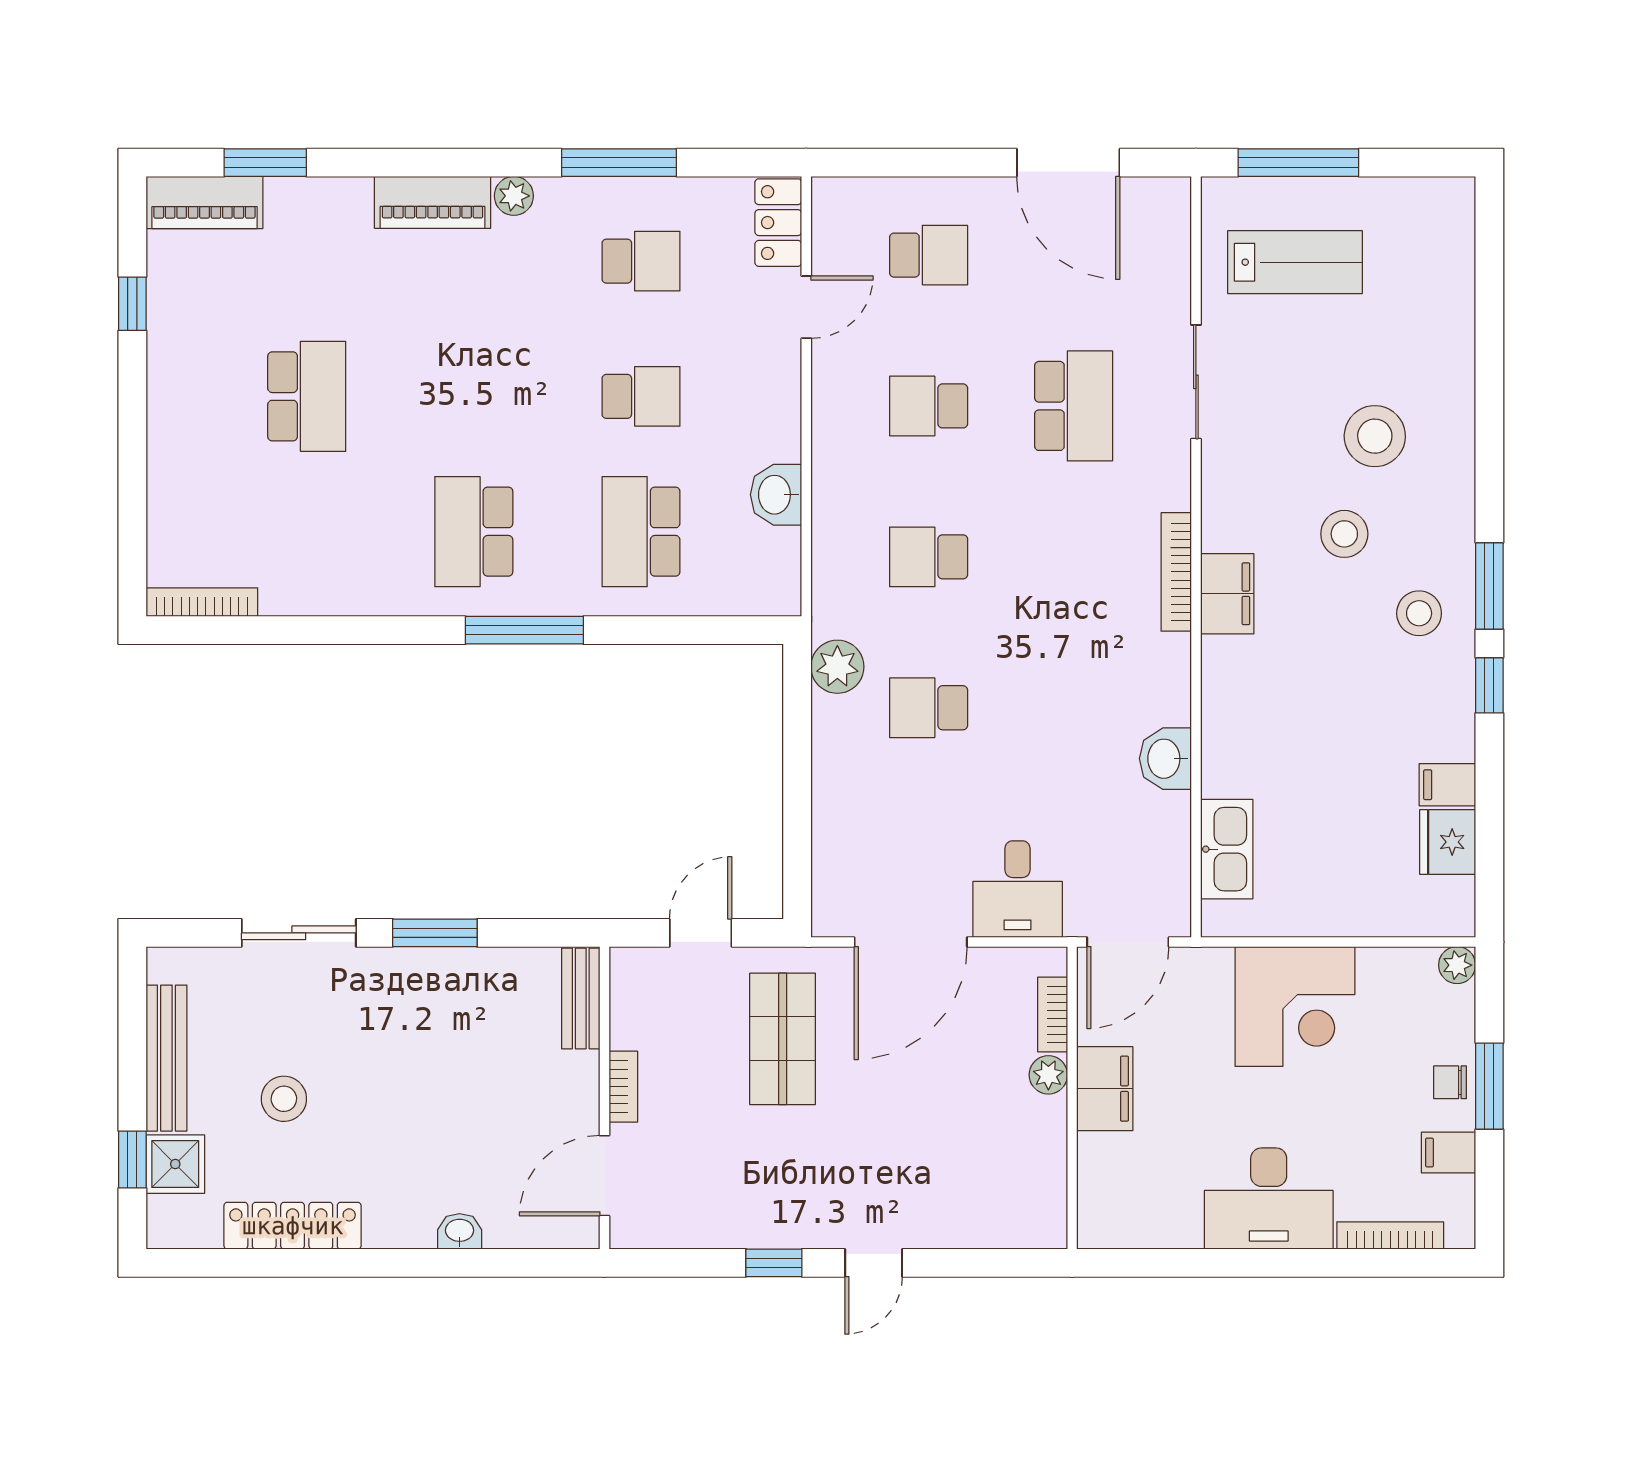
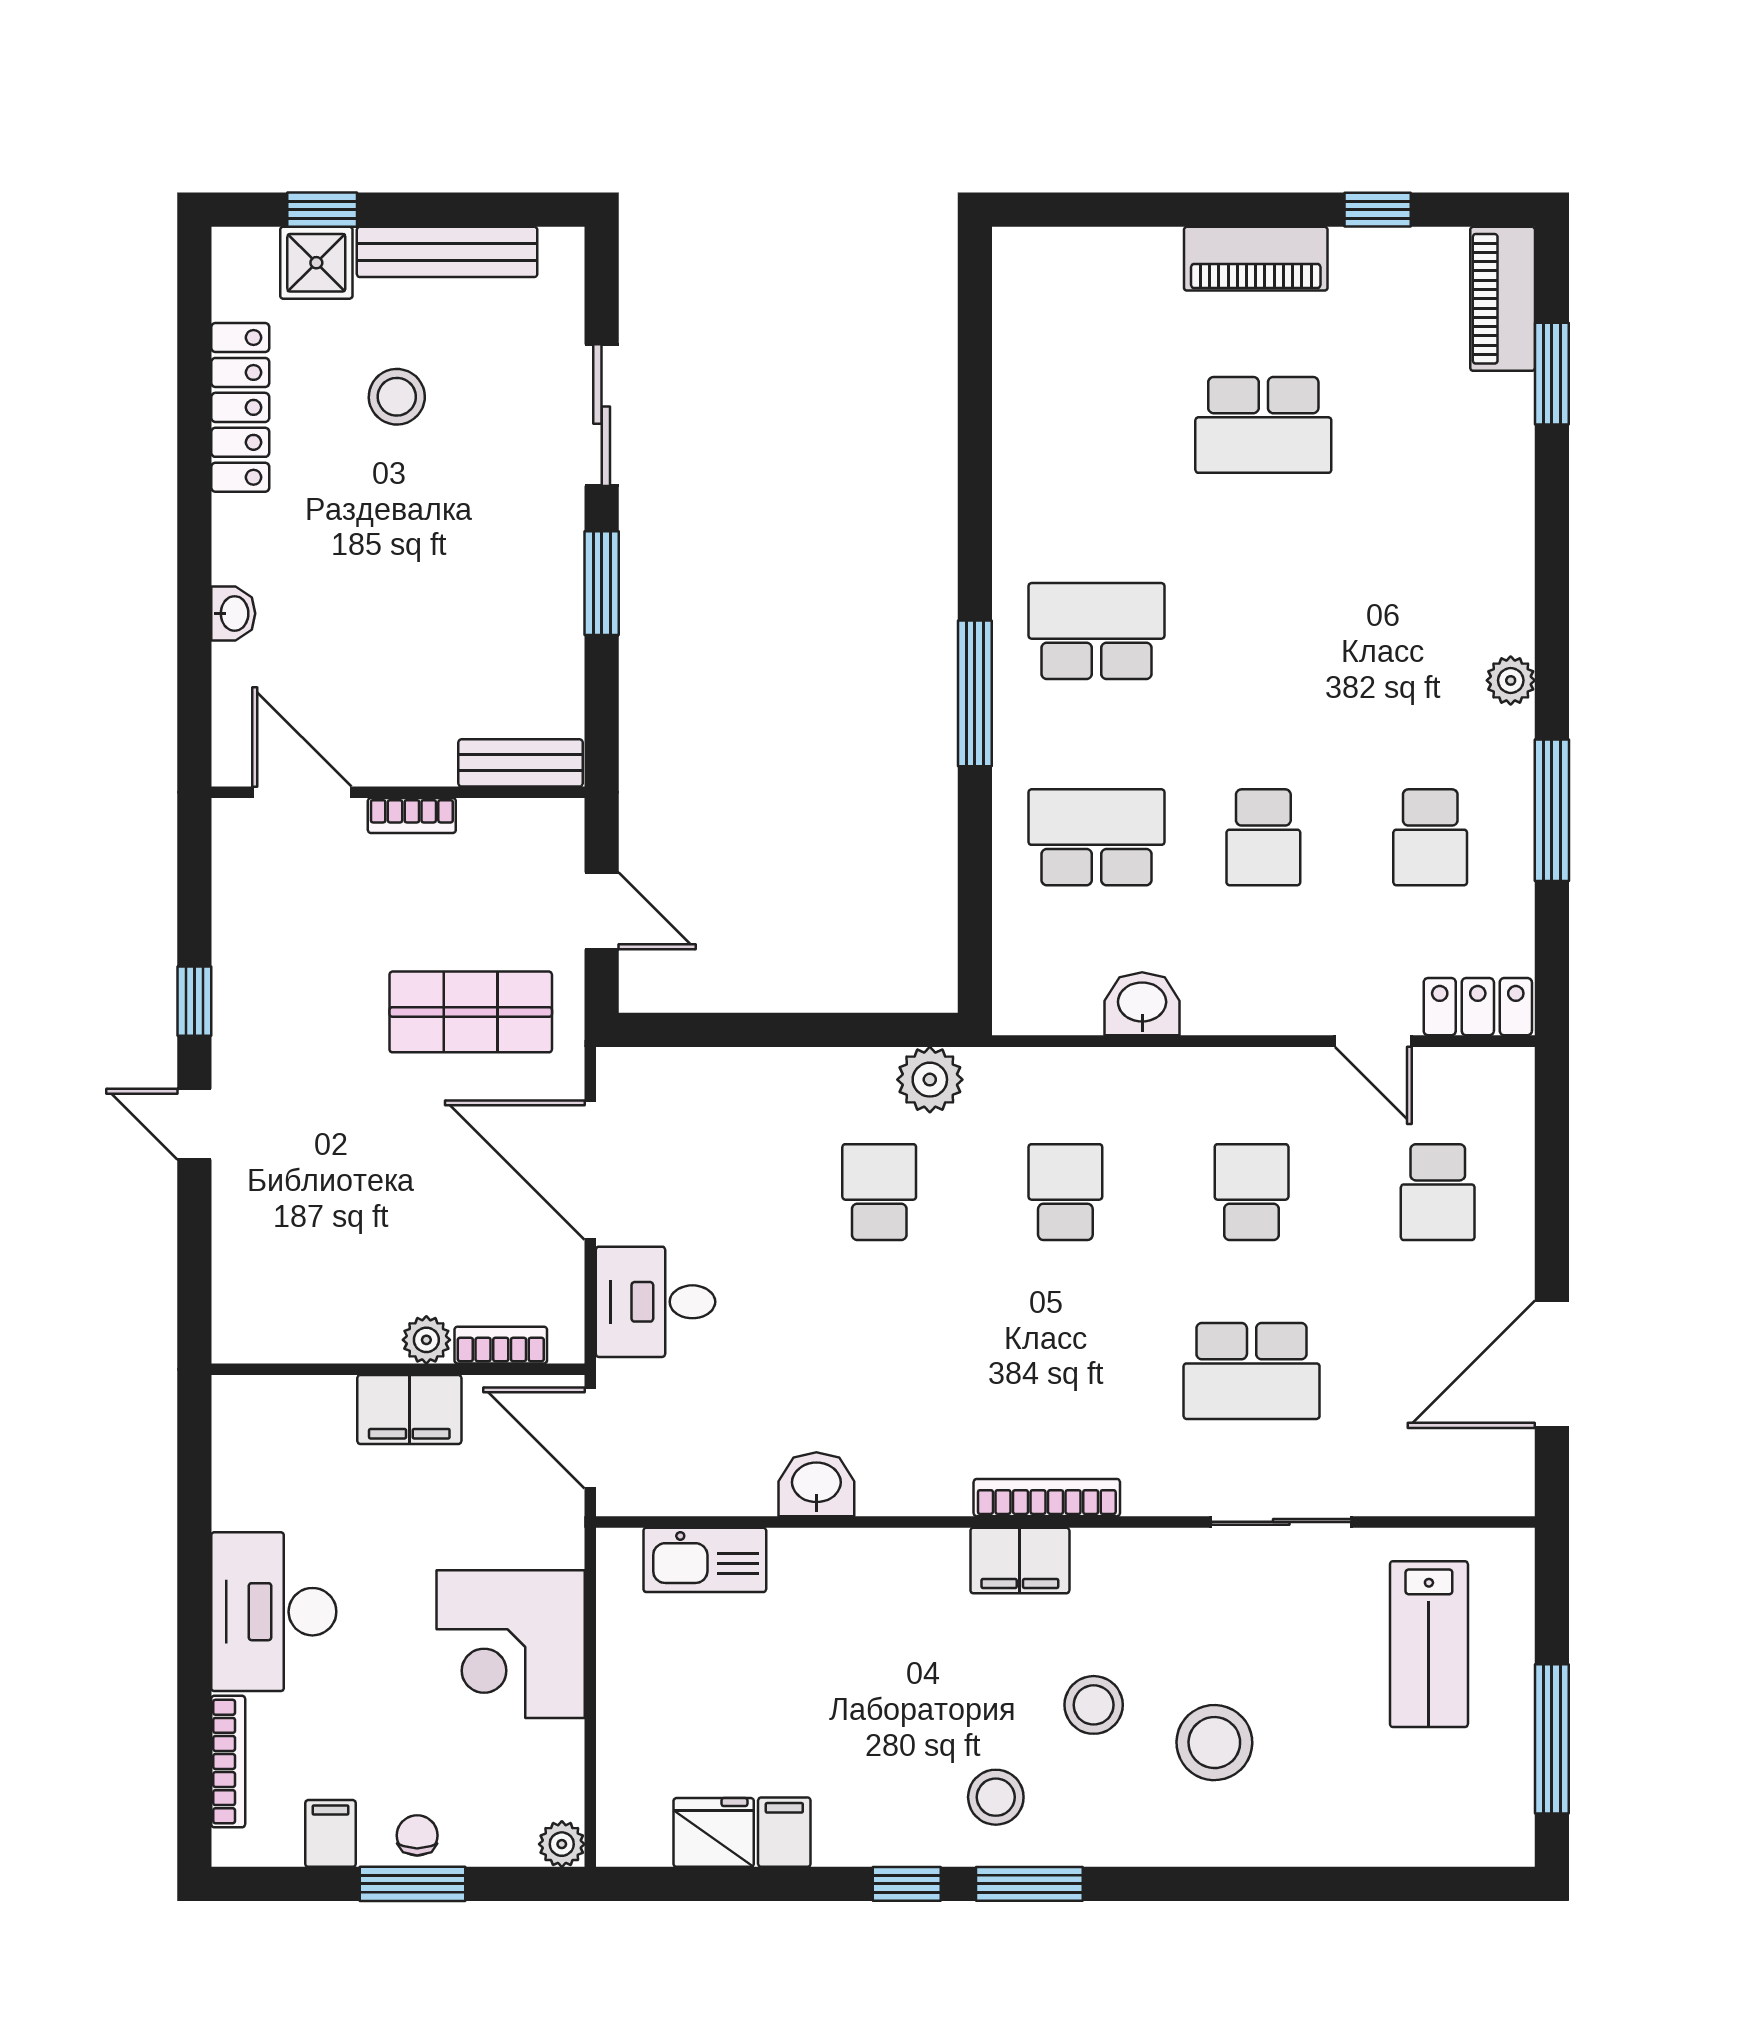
window: (1298, 163) -> (1552, 1739), moved
piano: (433, 202) -> (1256, 259), moved, turned -90
bookcase: (202, 602) -> (1009, 296), removed

